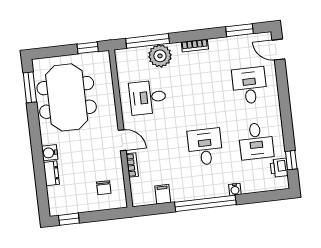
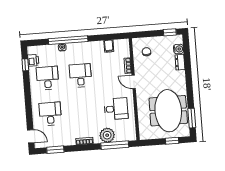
window: (88, 48) -> (172, 141), moved
desk: (250, 86) -> (50, 114), turned 180
desk: (205, 147) -> (80, 75), turned 180
water cooler: (50, 153) -> (178, 49), moved
window: (205, 203) -> (68, 40), moved

